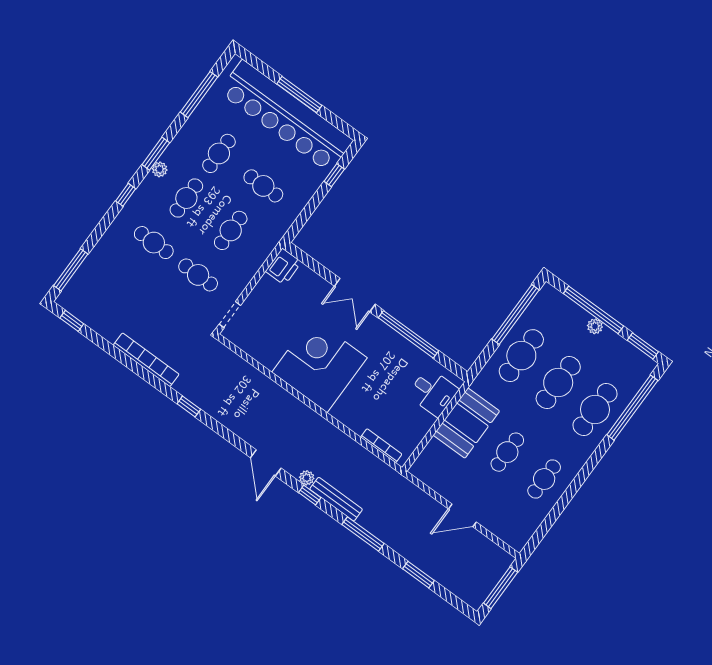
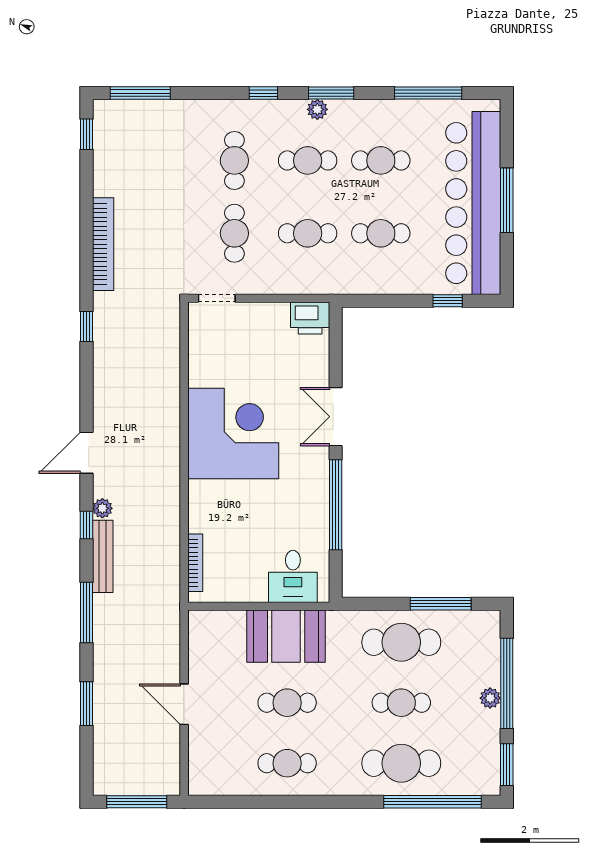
cafe table: (263, 186) -> (381, 233), turned 90
window: (515, 314) -> (441, 604), width x0.68
cafe table: (558, 383) -> (401, 703), width x0.73, depth x0.74

